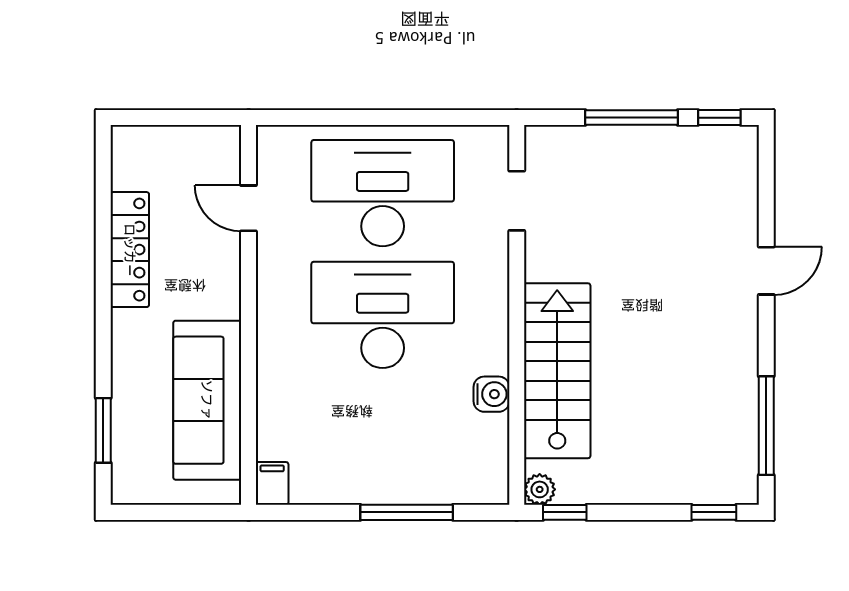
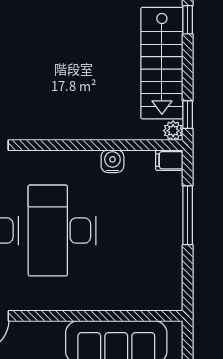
stairs: (557, 371) -> (162, 63), moved, turned -90
filing cabinet: (272, 483) -> (169, 160), moved

